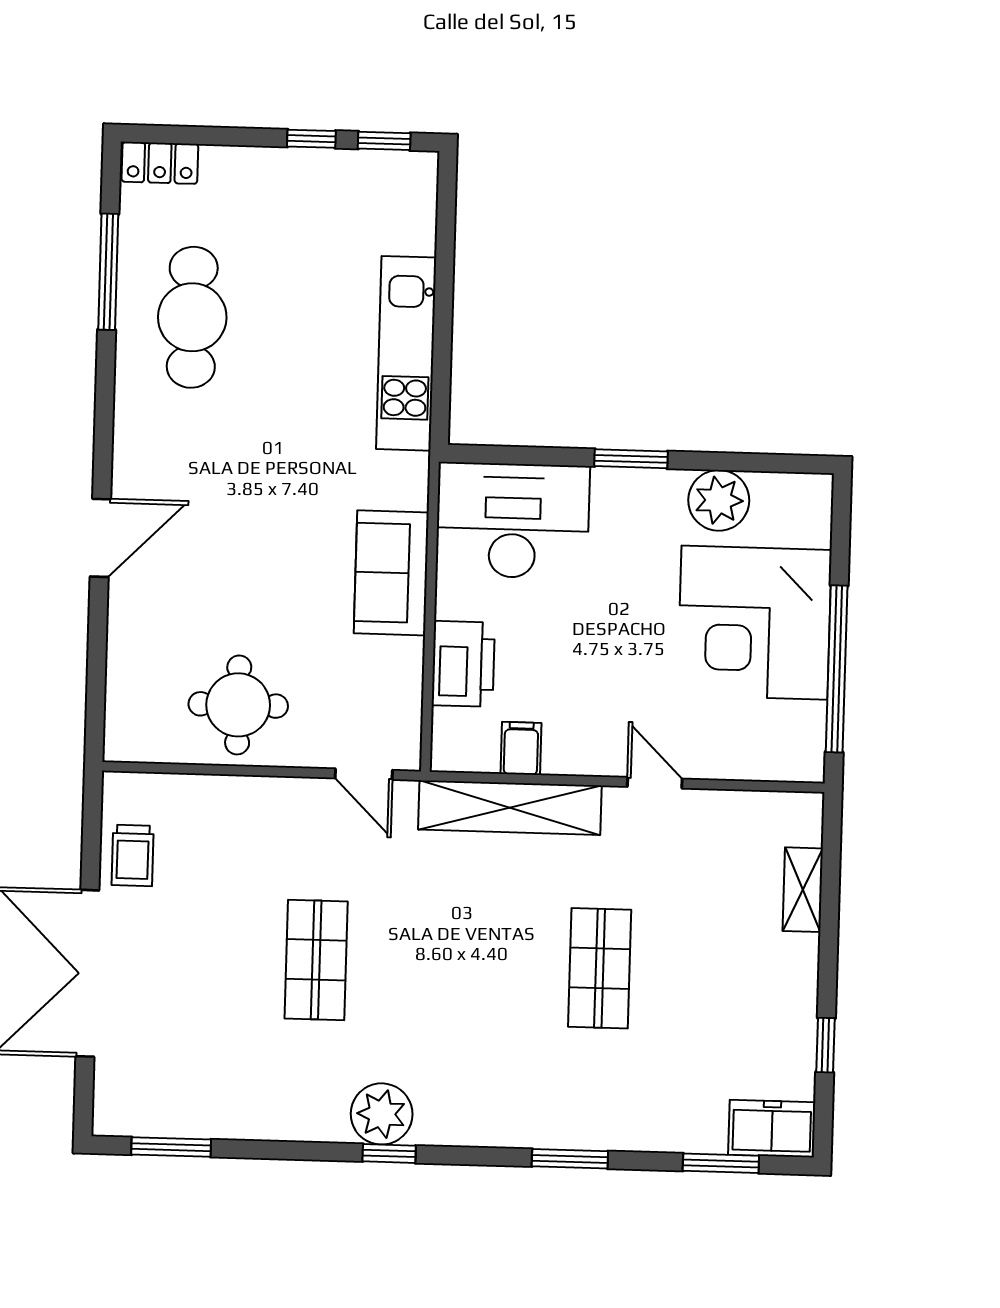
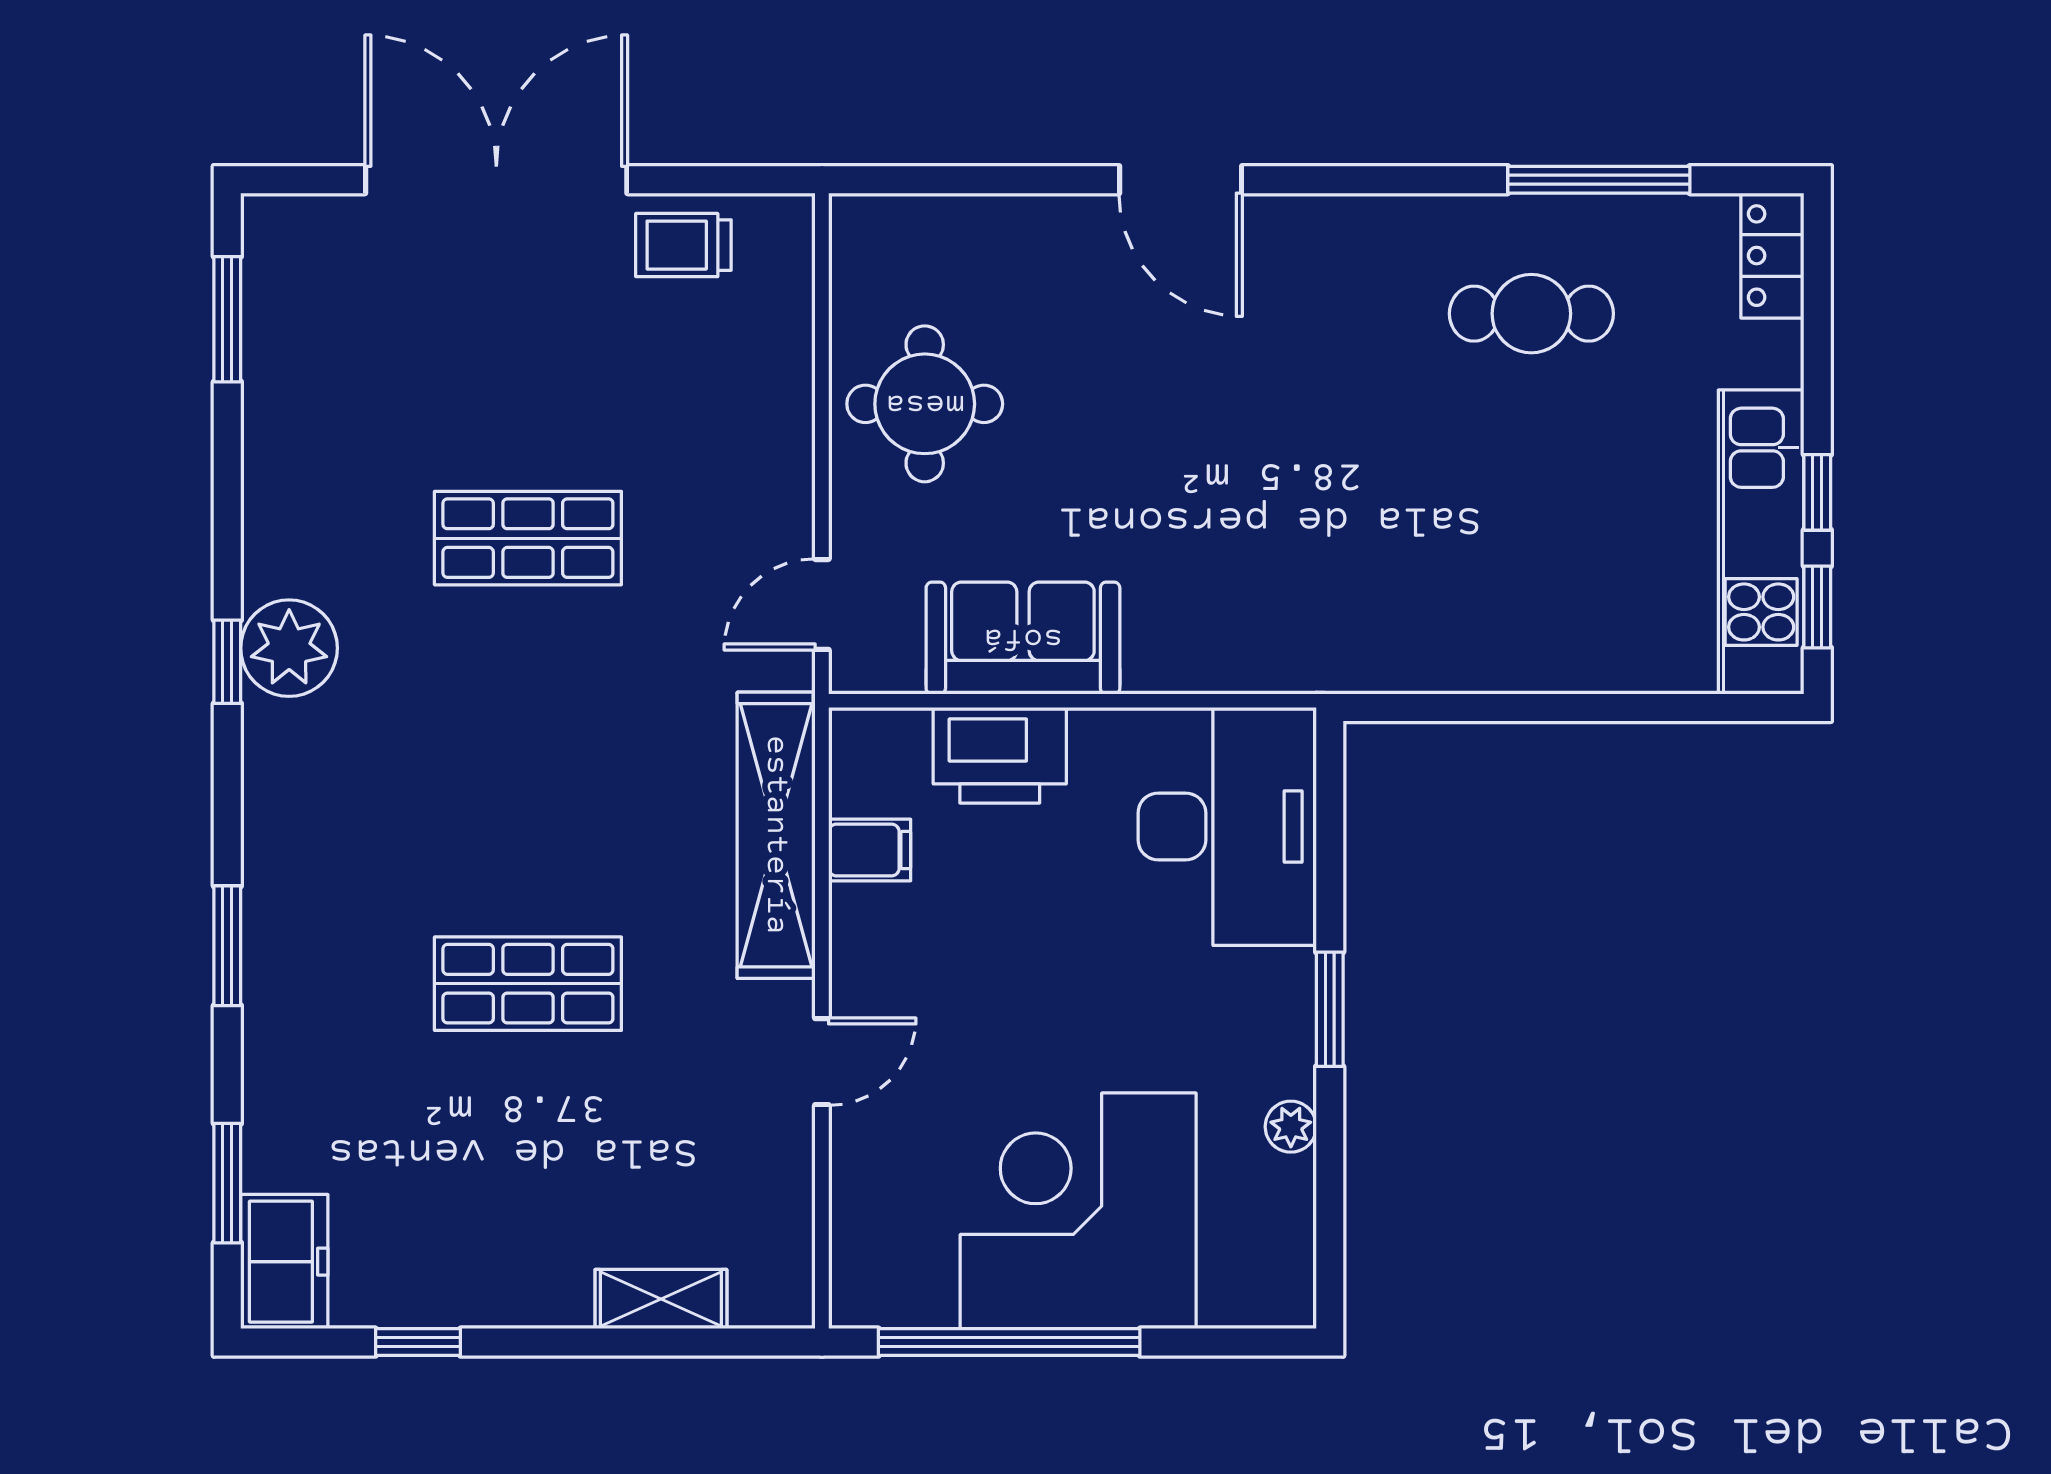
cafe table: (192, 317) -> (1531, 314), width x0.73, depth x0.74
kitchen unit: (406, 353) -> (1761, 542), moved, turned -90
plant: (719, 500) -> (1291, 1127), width x0.53, depth x0.53
sofa: (391, 573) -> (1023, 638), moved

